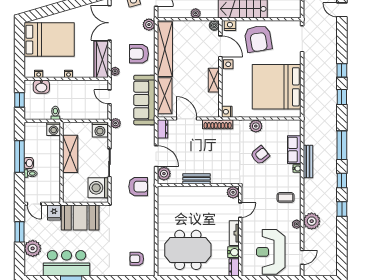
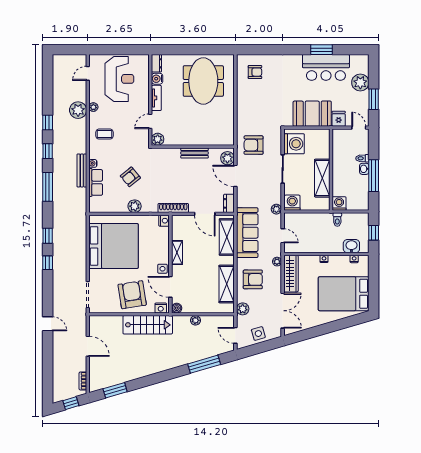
shelving: (165, 49) -> (227, 284), width x0.68
meeting table: (188, 250) -> (203, 81), turned 90

